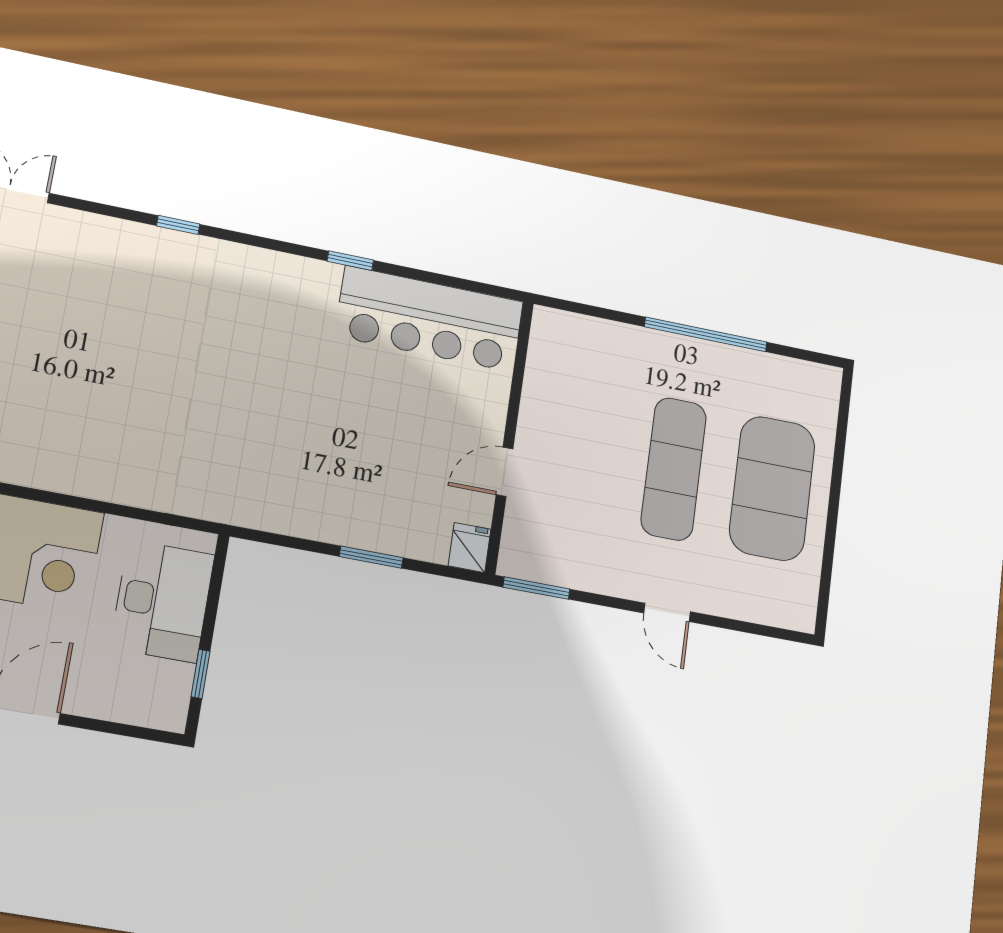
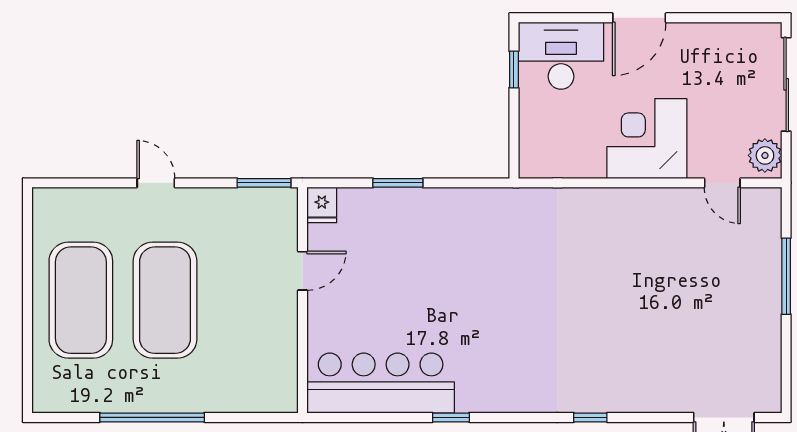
exercise mat: (674, 469) -> (165, 300), width x1.47
desk: (162, 601) -> (561, 56), moved, turned 90

